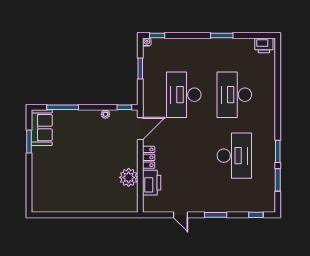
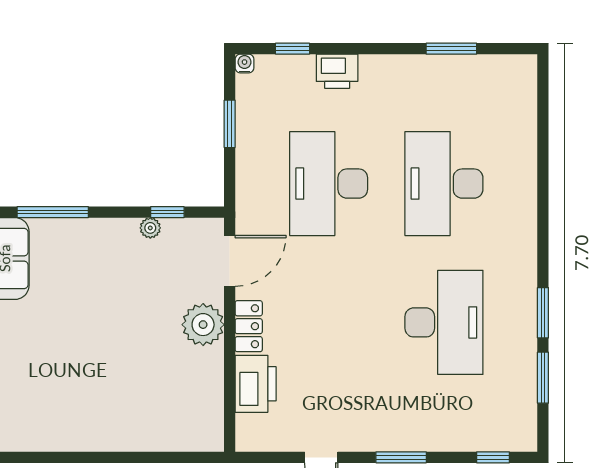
window: (157, 35) -> (292, 49), moved
window: (222, 35) -> (451, 49), moved
printer: (264, 45) -> (337, 71), moved
window: (124, 107) -> (167, 212), moved
plant: (129, 177) -> (203, 325), moved

